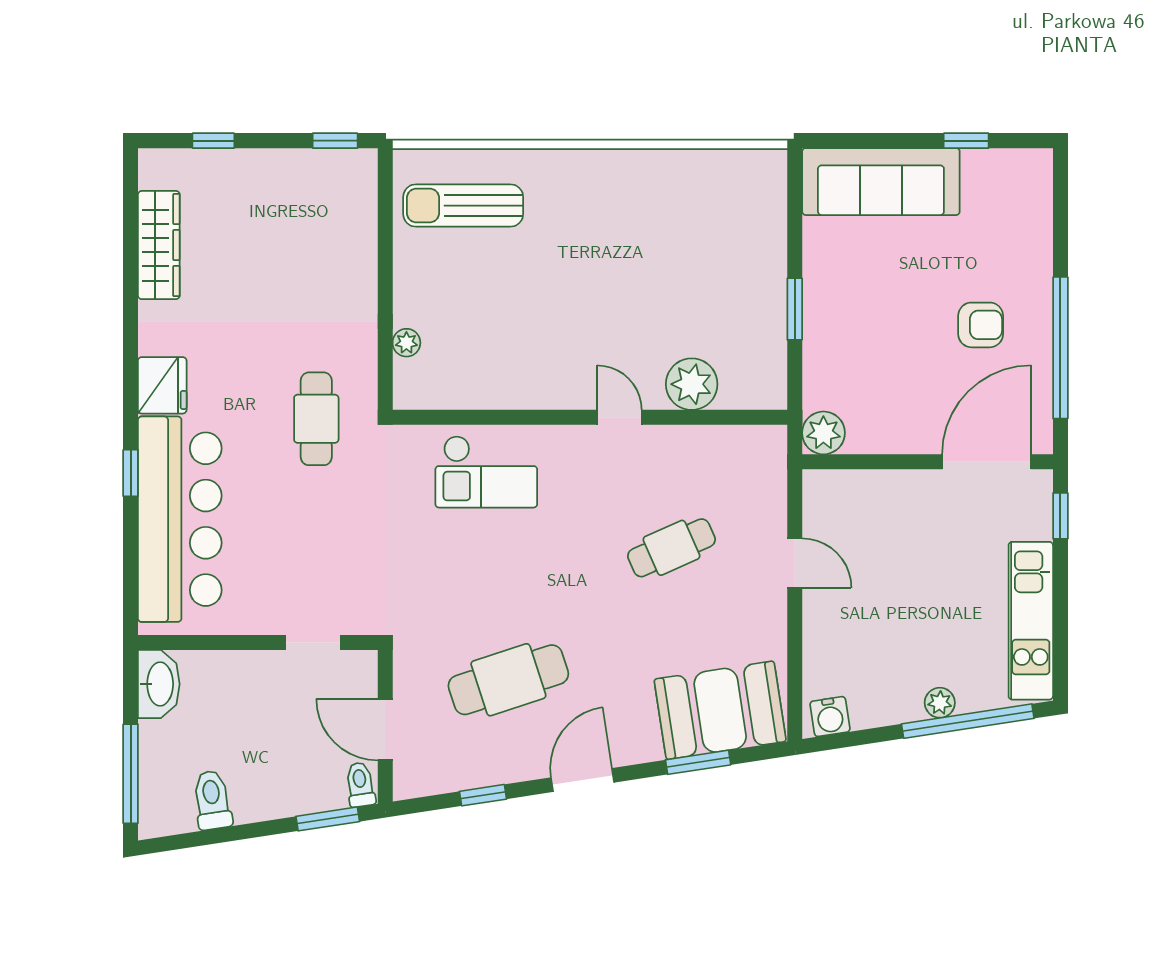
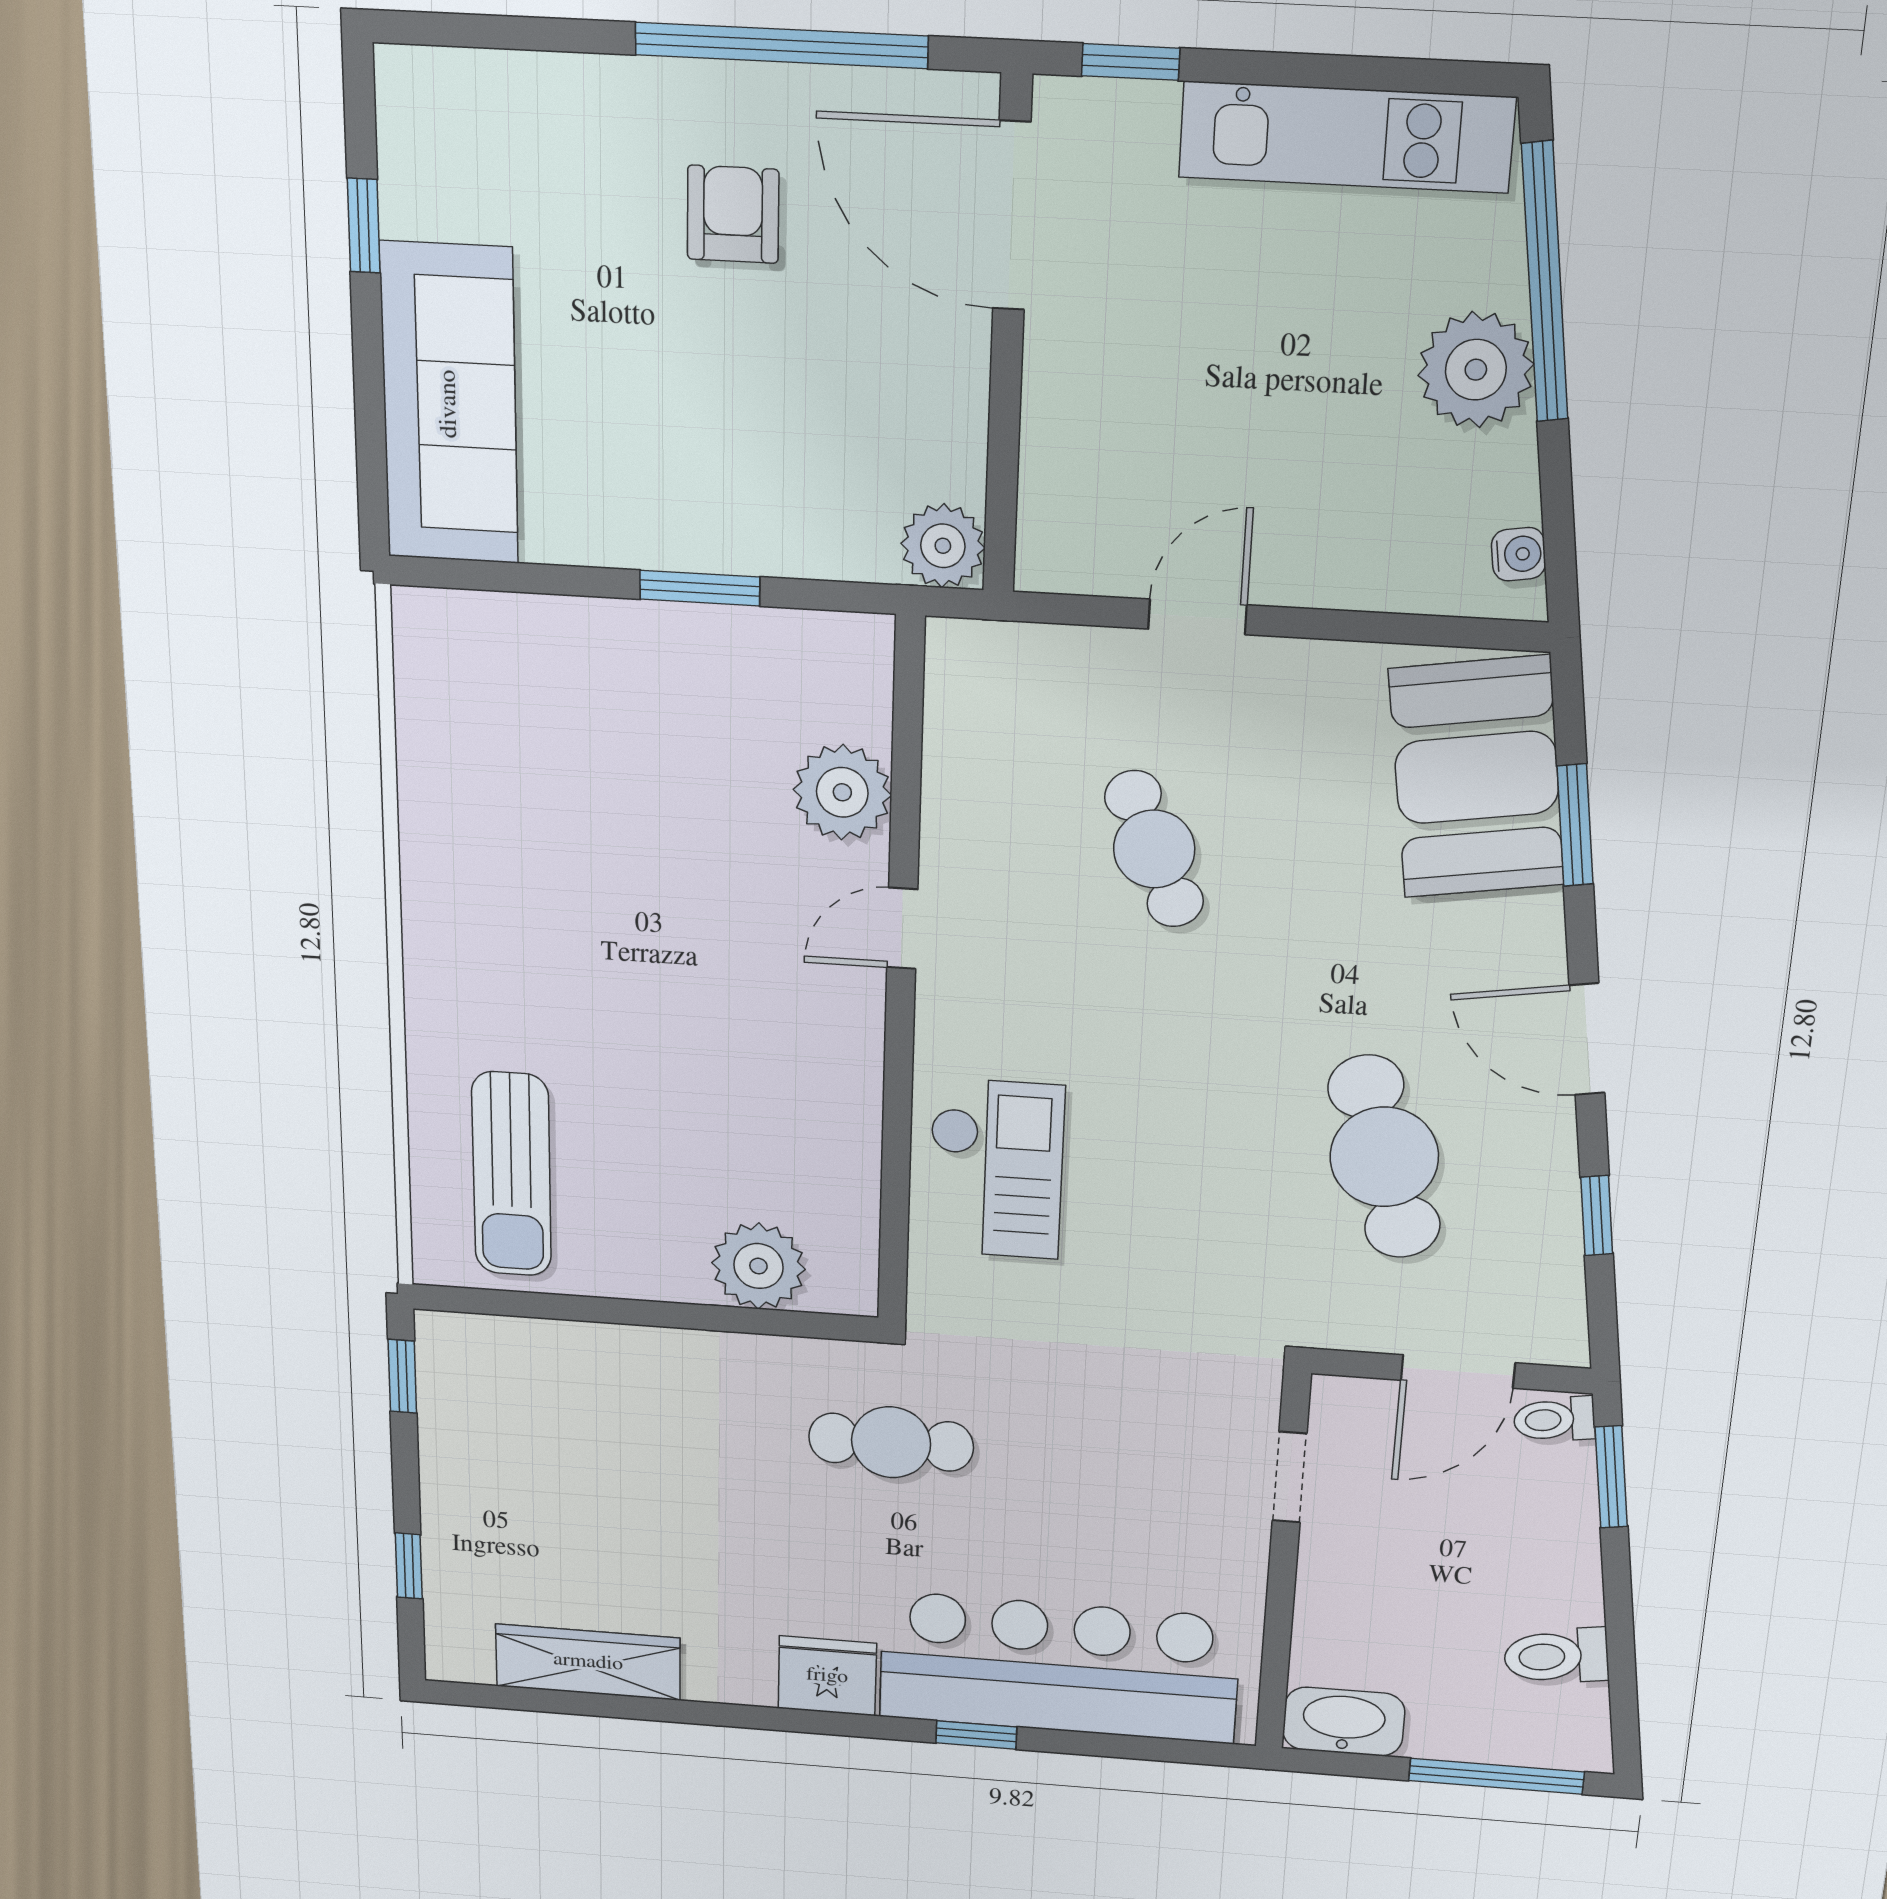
plant: (406, 343) -> (758, 1266), width x1.88, depth x1.88
plant: (940, 703) -> (1476, 370), width x1.87, depth x1.87
water cooler: (830, 717) -> (1519, 554), width x0.72, depth x0.72

